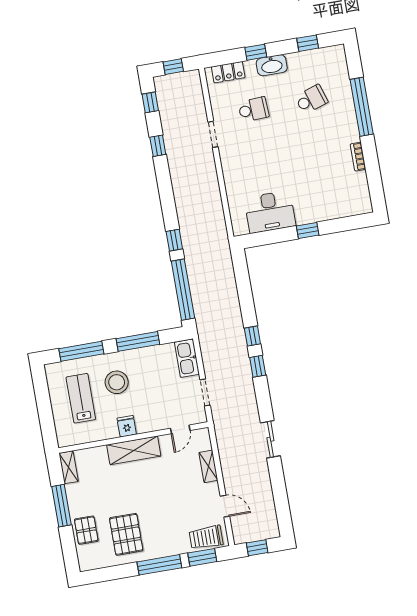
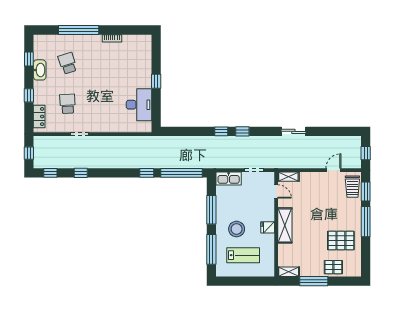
washbasin: (272, 65) -> (40, 70), moved
lab bench: (81, 398) -> (243, 255), turned 180
shelving: (208, 466) -> (288, 177), moved

